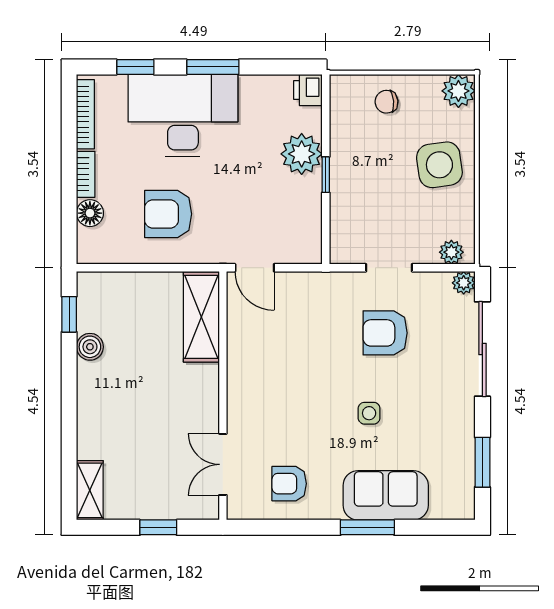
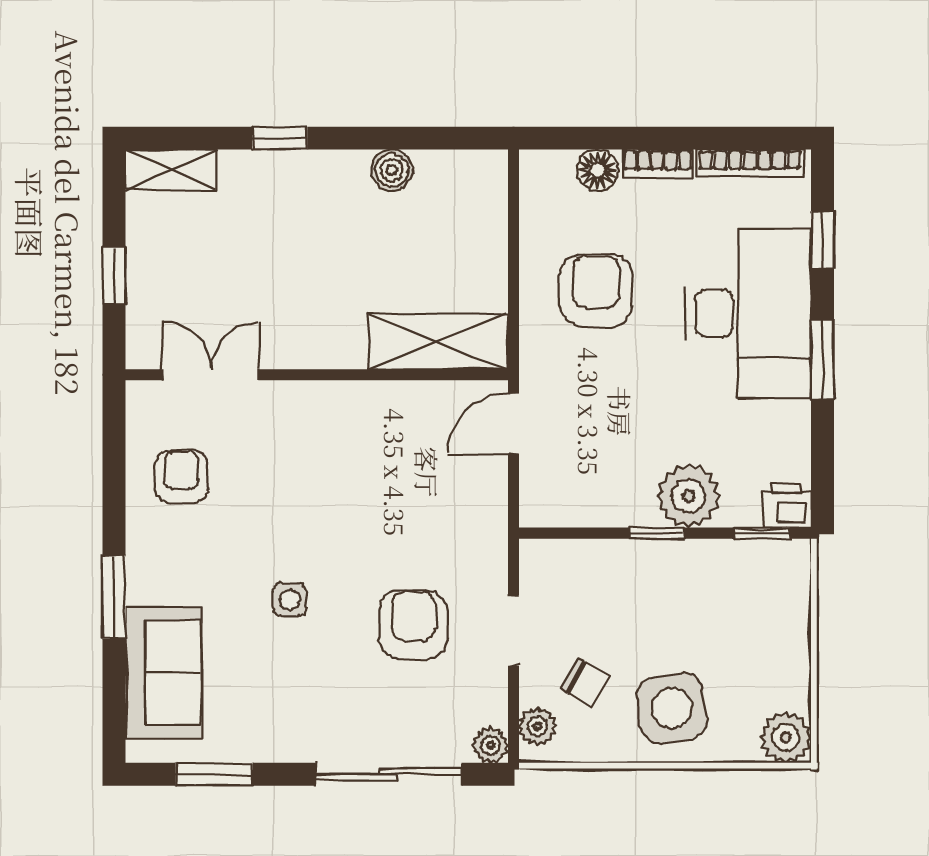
chair: (386, 102) -> (584, 682), moved, turned 125
window: (326, 106) -> (762, 533), added
window: (69, 314) -> (280, 138), moved
sofa: (386, 495) -> (163, 673), moved

